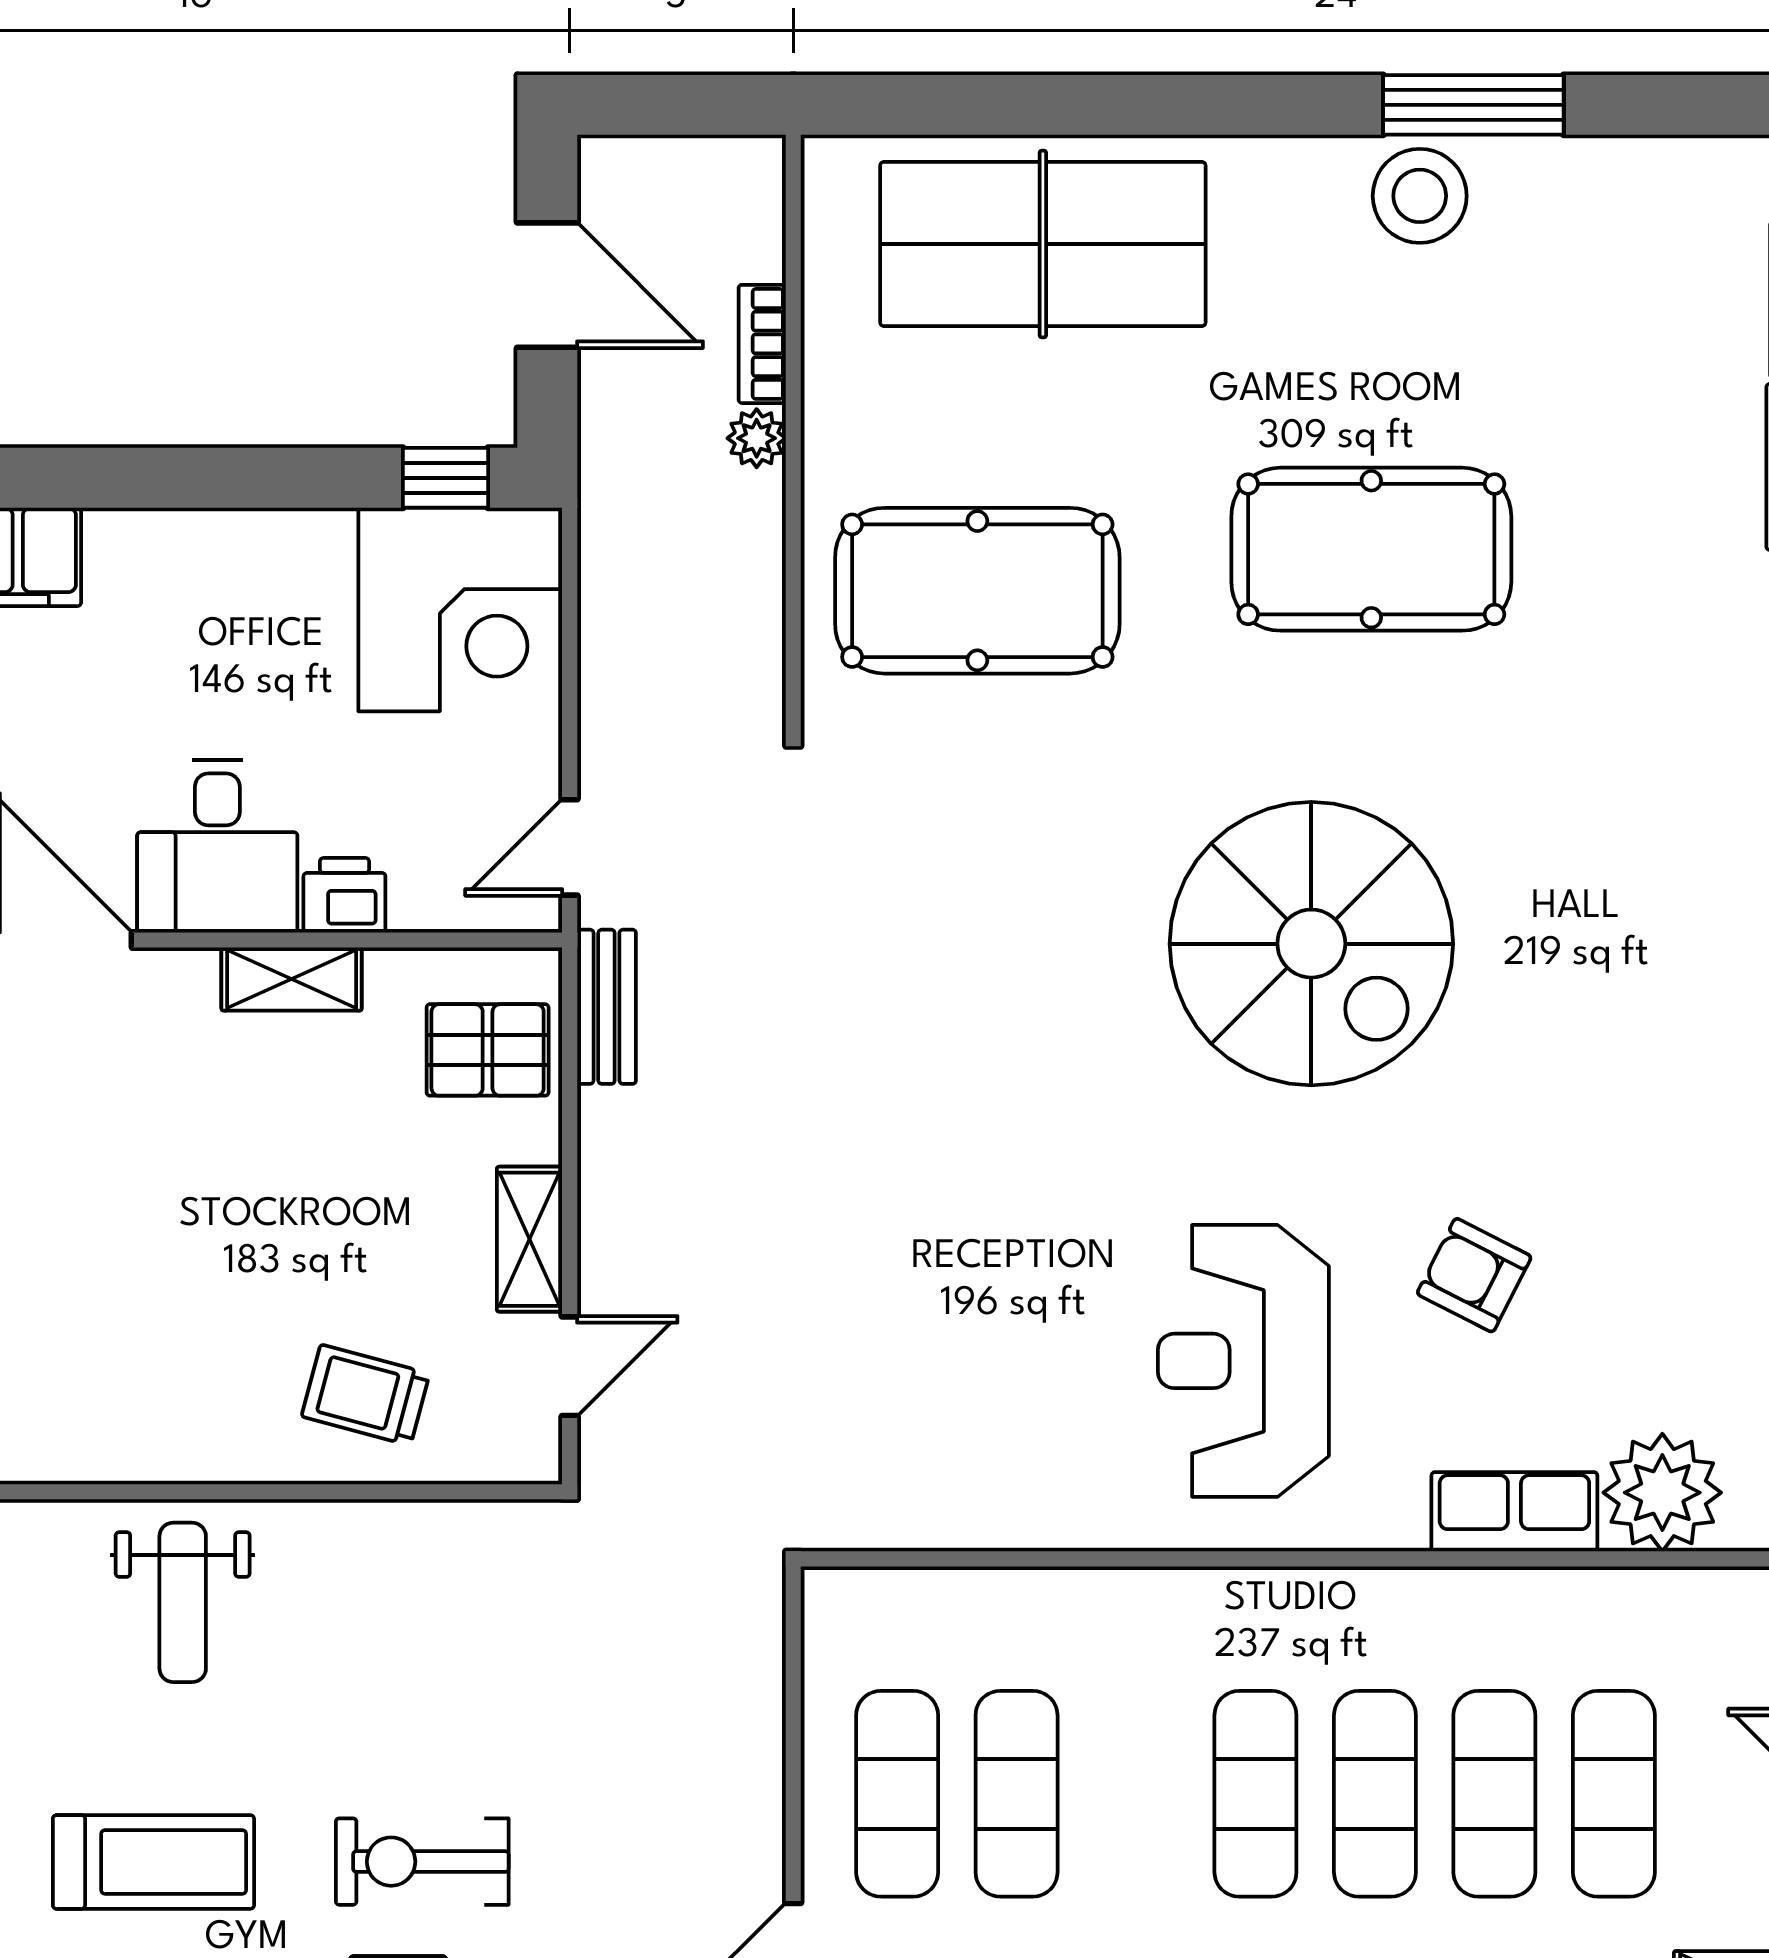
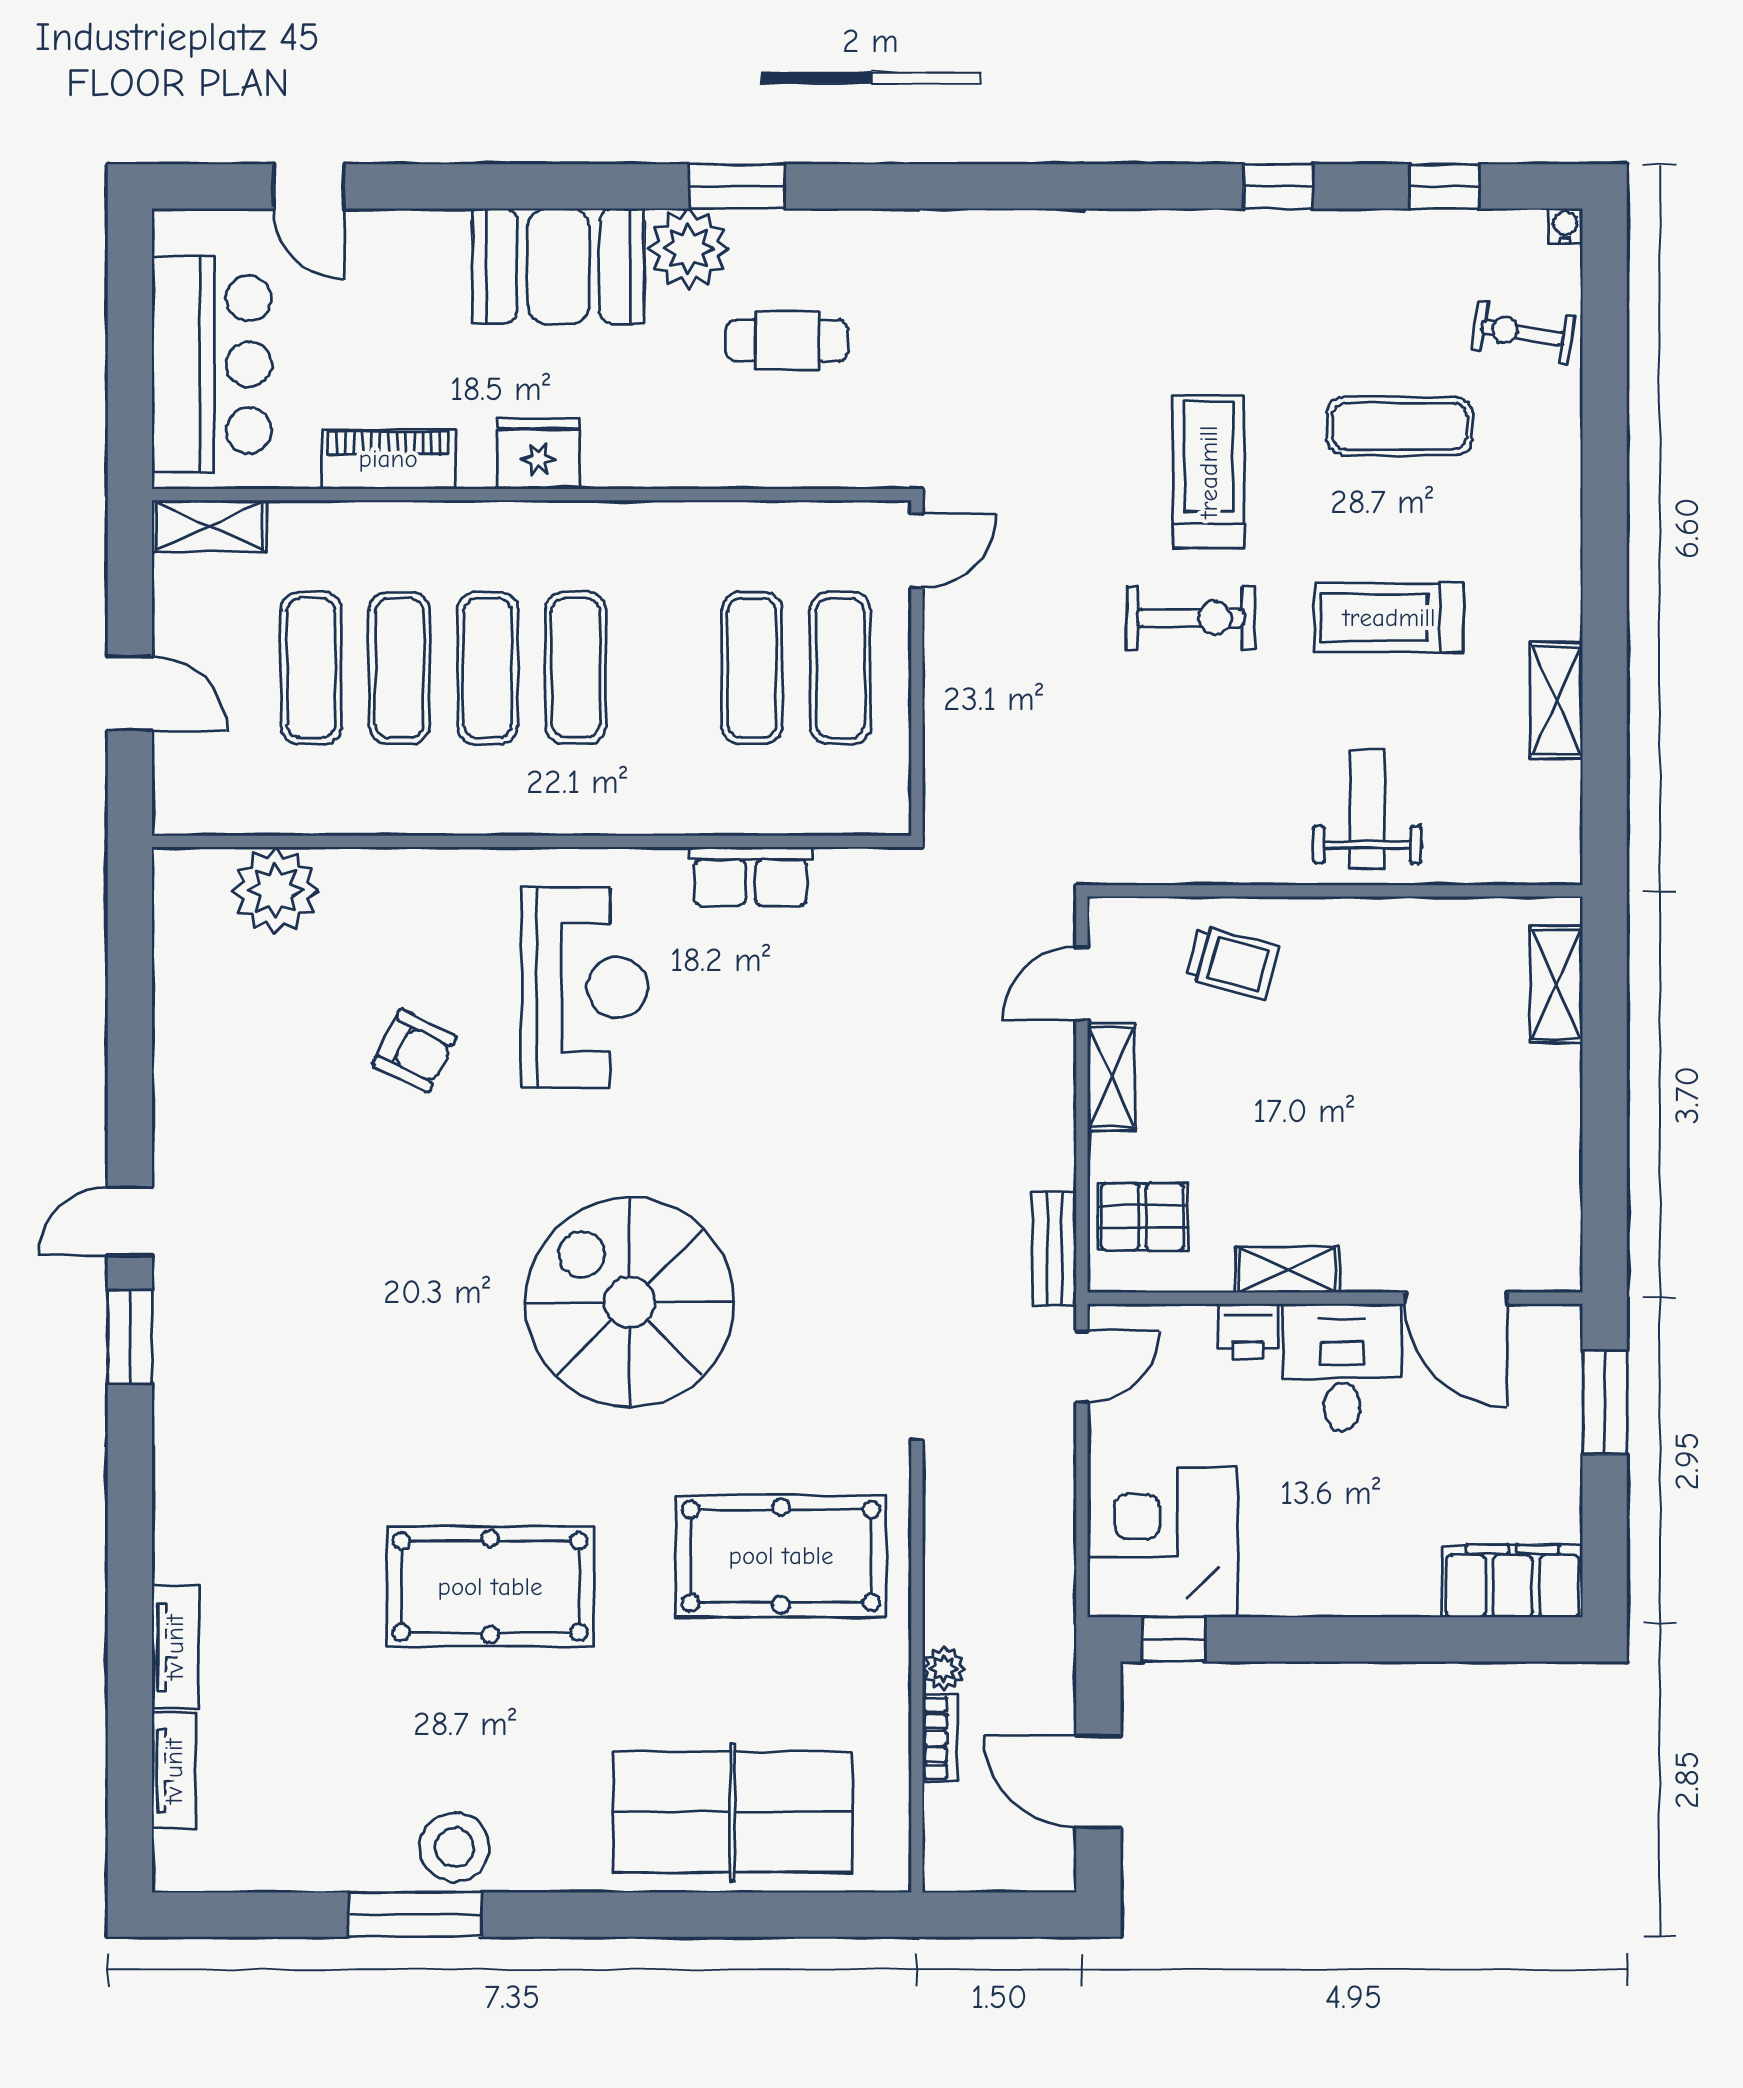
spiral stairs: (1311, 944) -> (630, 1302), moved
row of seats: (1514, 1512) -> (751, 876), moved

